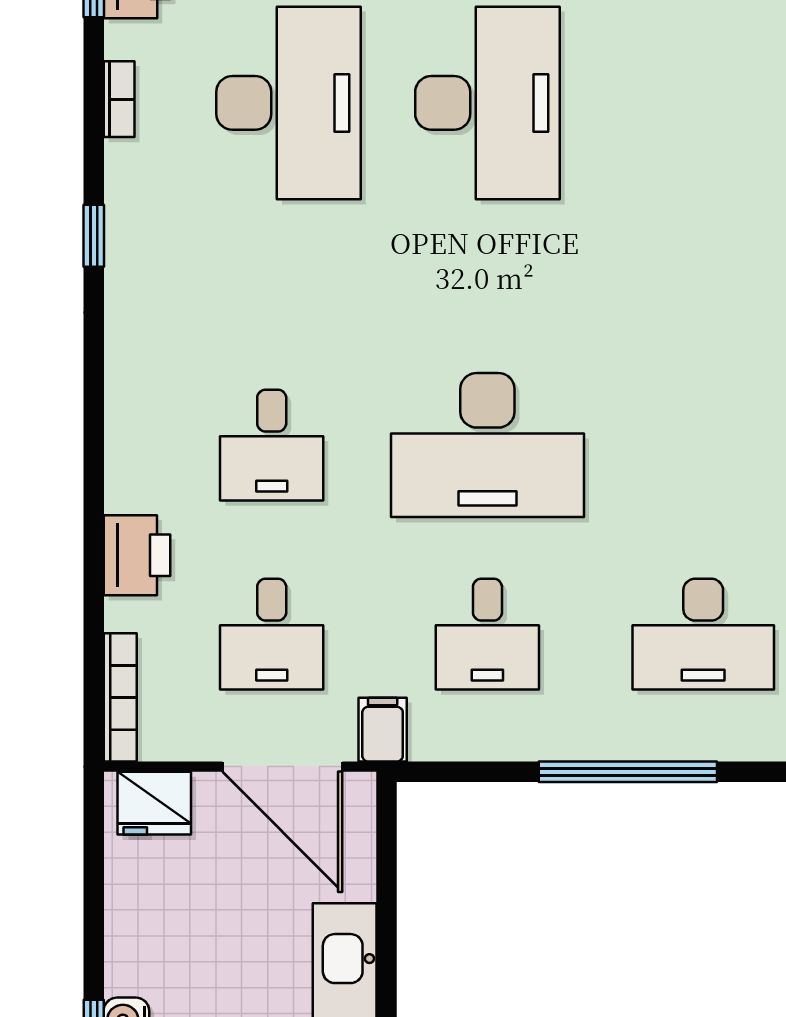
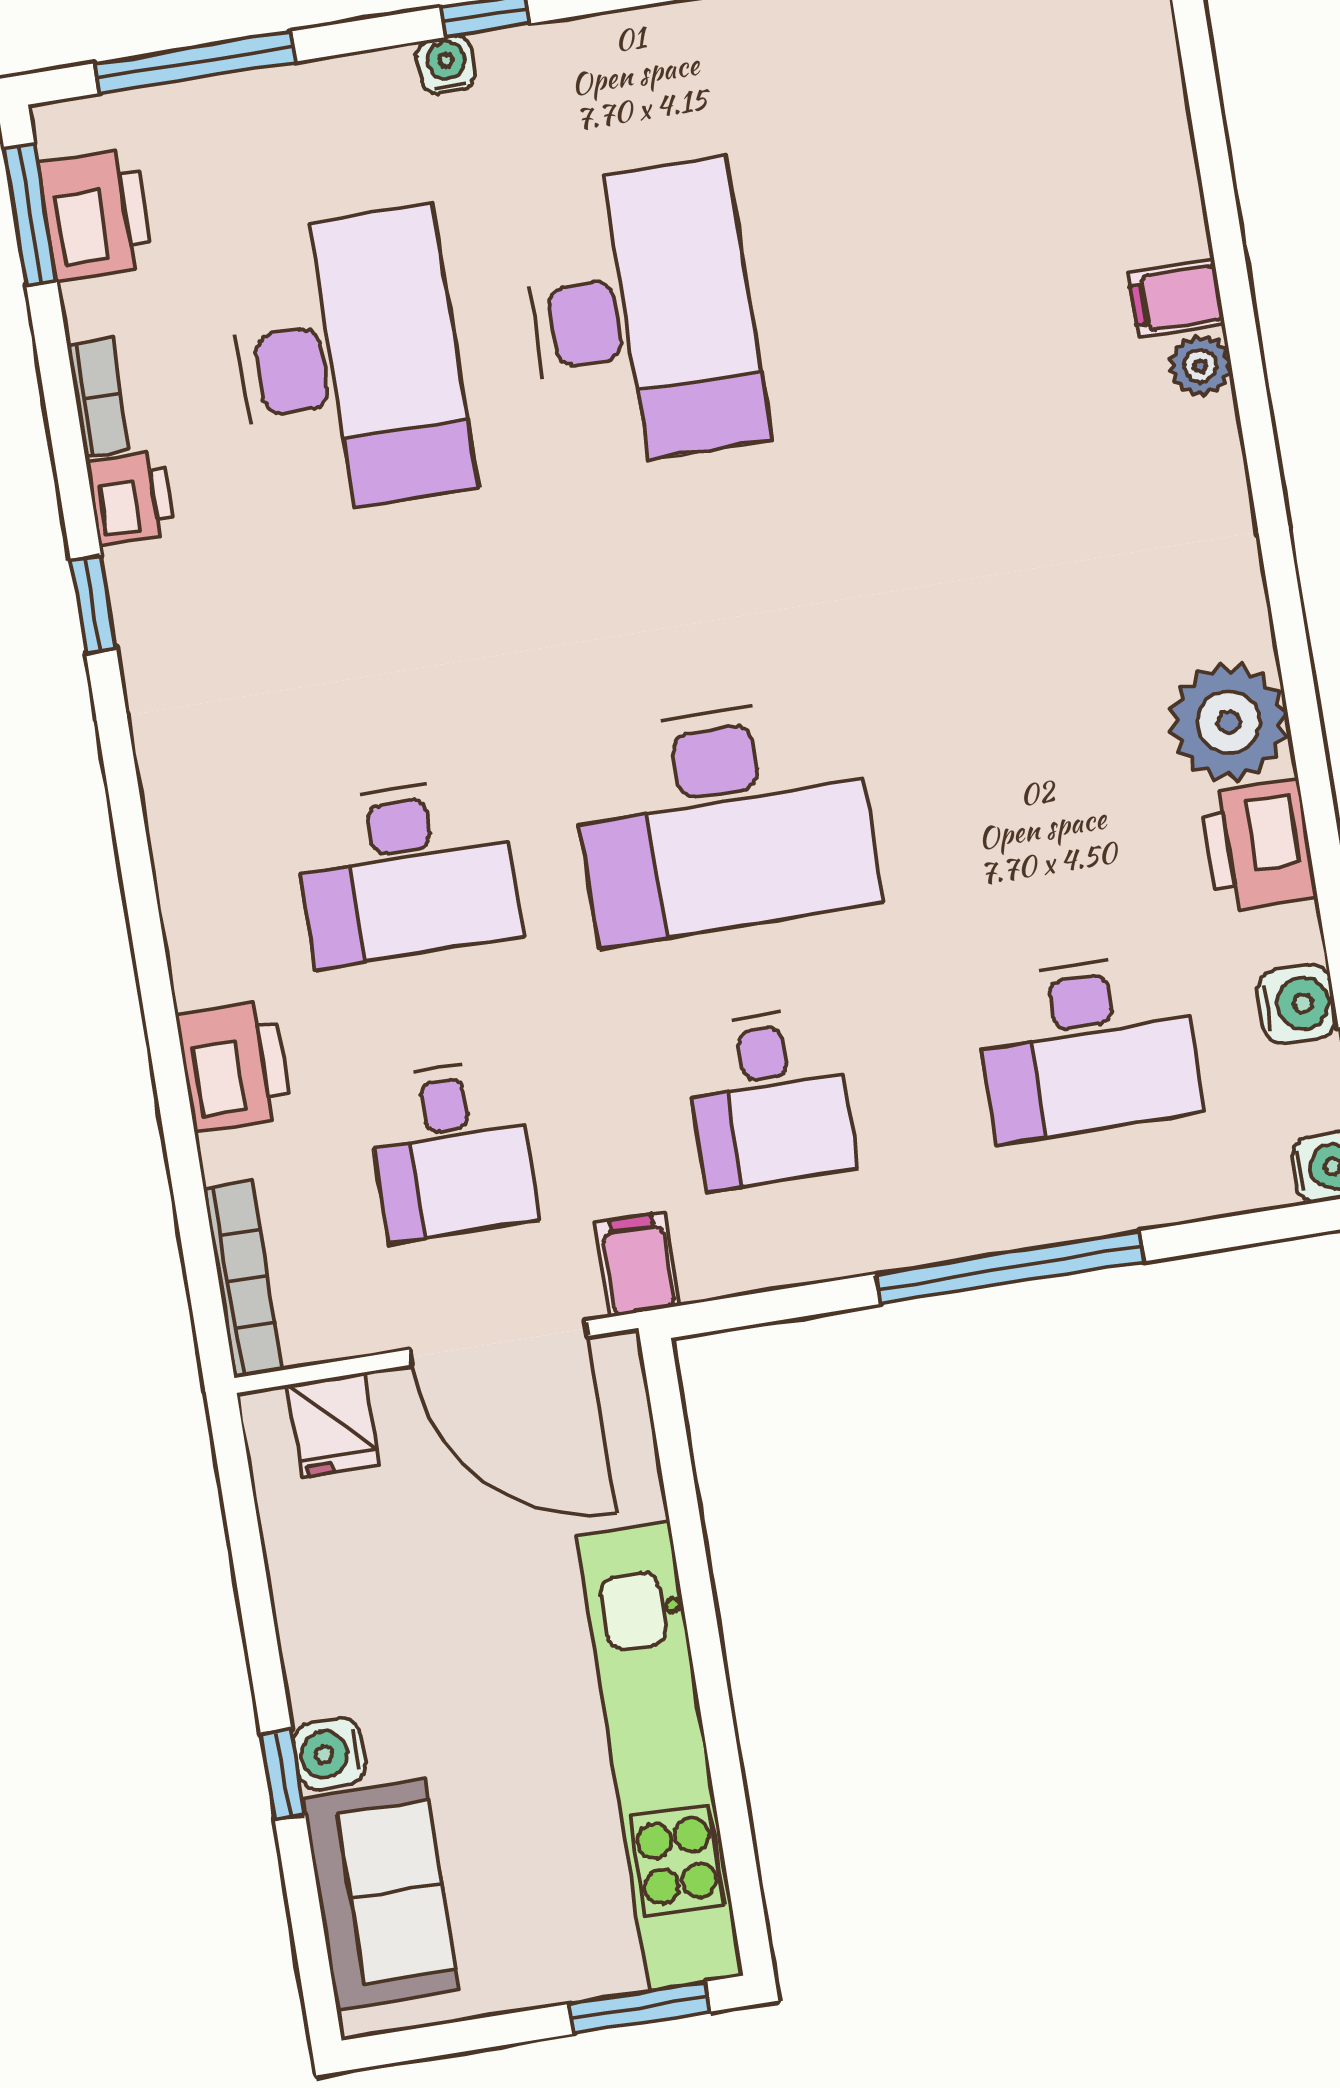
printer: (130, 169) -> (131, 498), added
desk: (272, 445) -> (406, 871), width x1.37
fridge: (154, 803) -> (333, 1425), width x0.72

